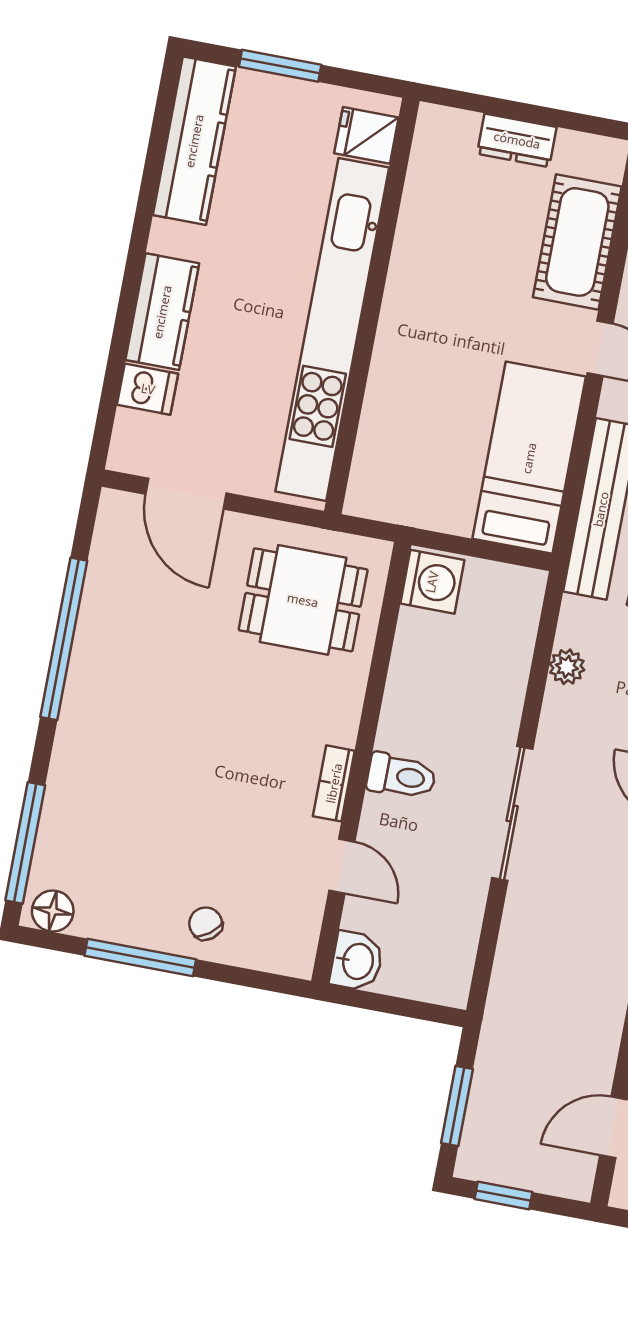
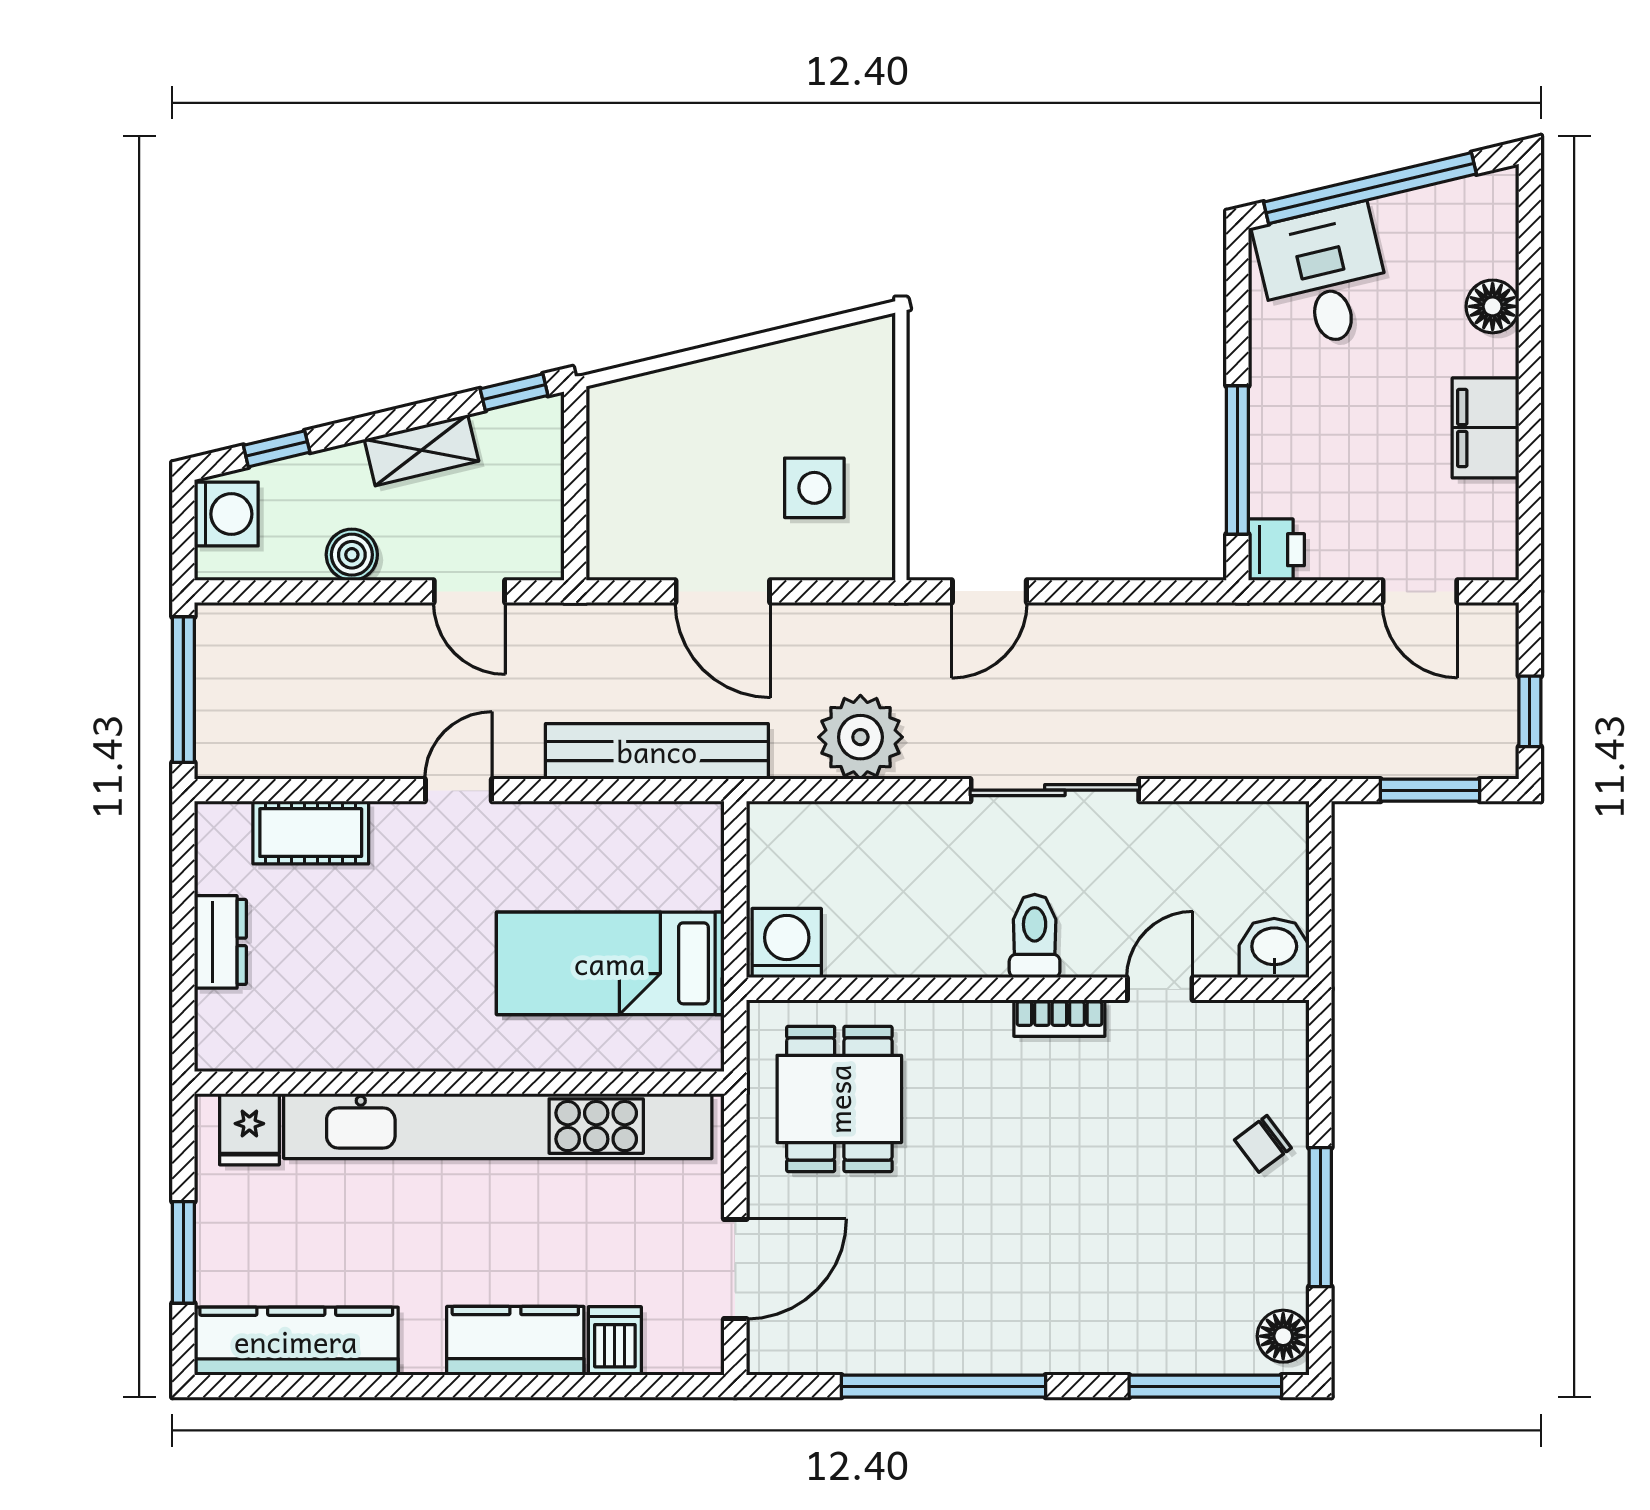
cot: (577, 242) -> (311, 833), width x0.73, depth x0.75
bed: (529, 458) -> (610, 963), moved
plant: (567, 667) -> (860, 737), width x1.88, depth x1.88

